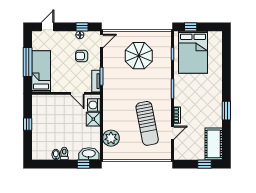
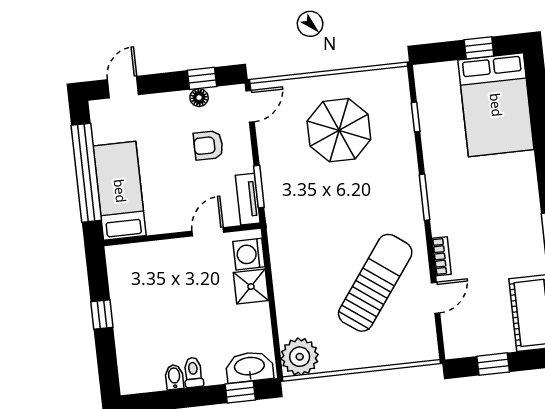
window: (191, 27) -> (479, 48), moved
bed: (193, 52) -> (496, 105), moved
window: (28, 62) -> (86, 173), width x1.46
door: (77, 93) -> (208, 232), swing flipped
sun lounger: (147, 123) -> (375, 283), turned -133
plant: (111, 138) -> (300, 357), moved
window: (205, 164) -> (493, 364), moved

